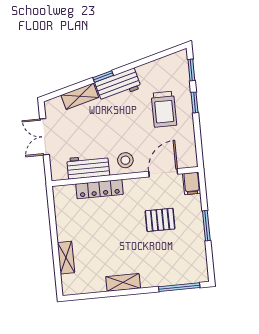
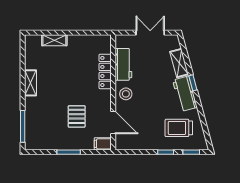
trolley: (164, 109) -> (179, 128), moved

